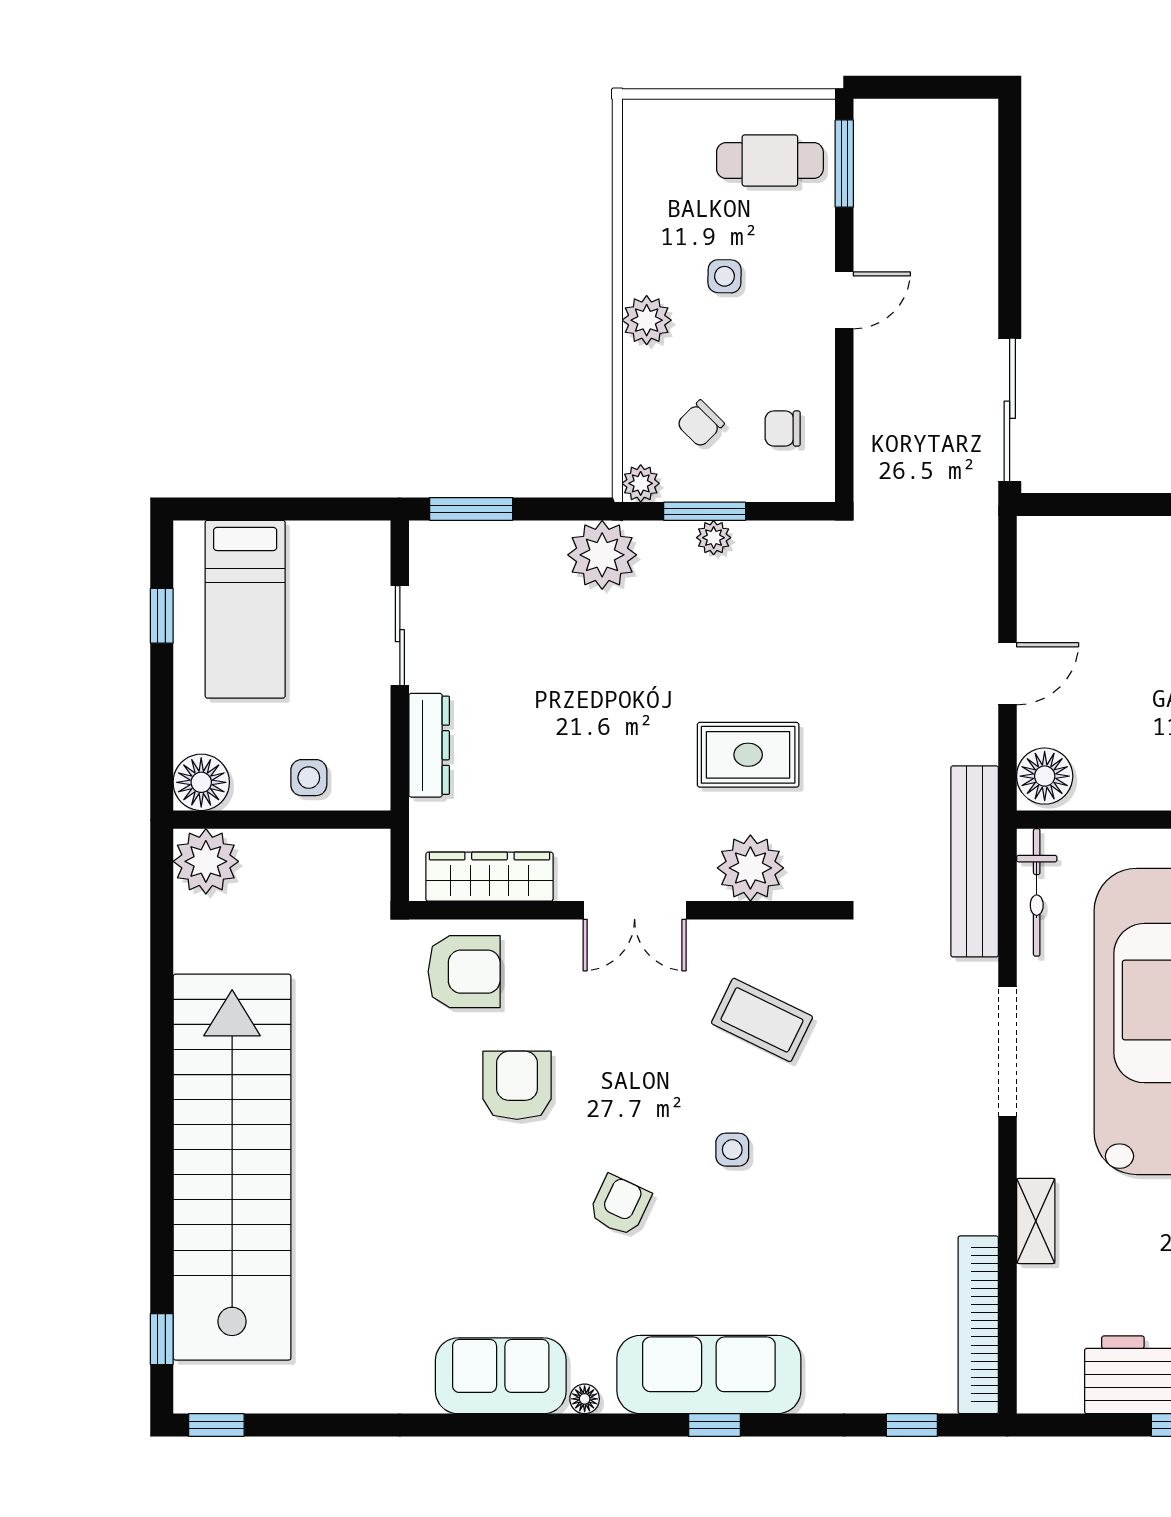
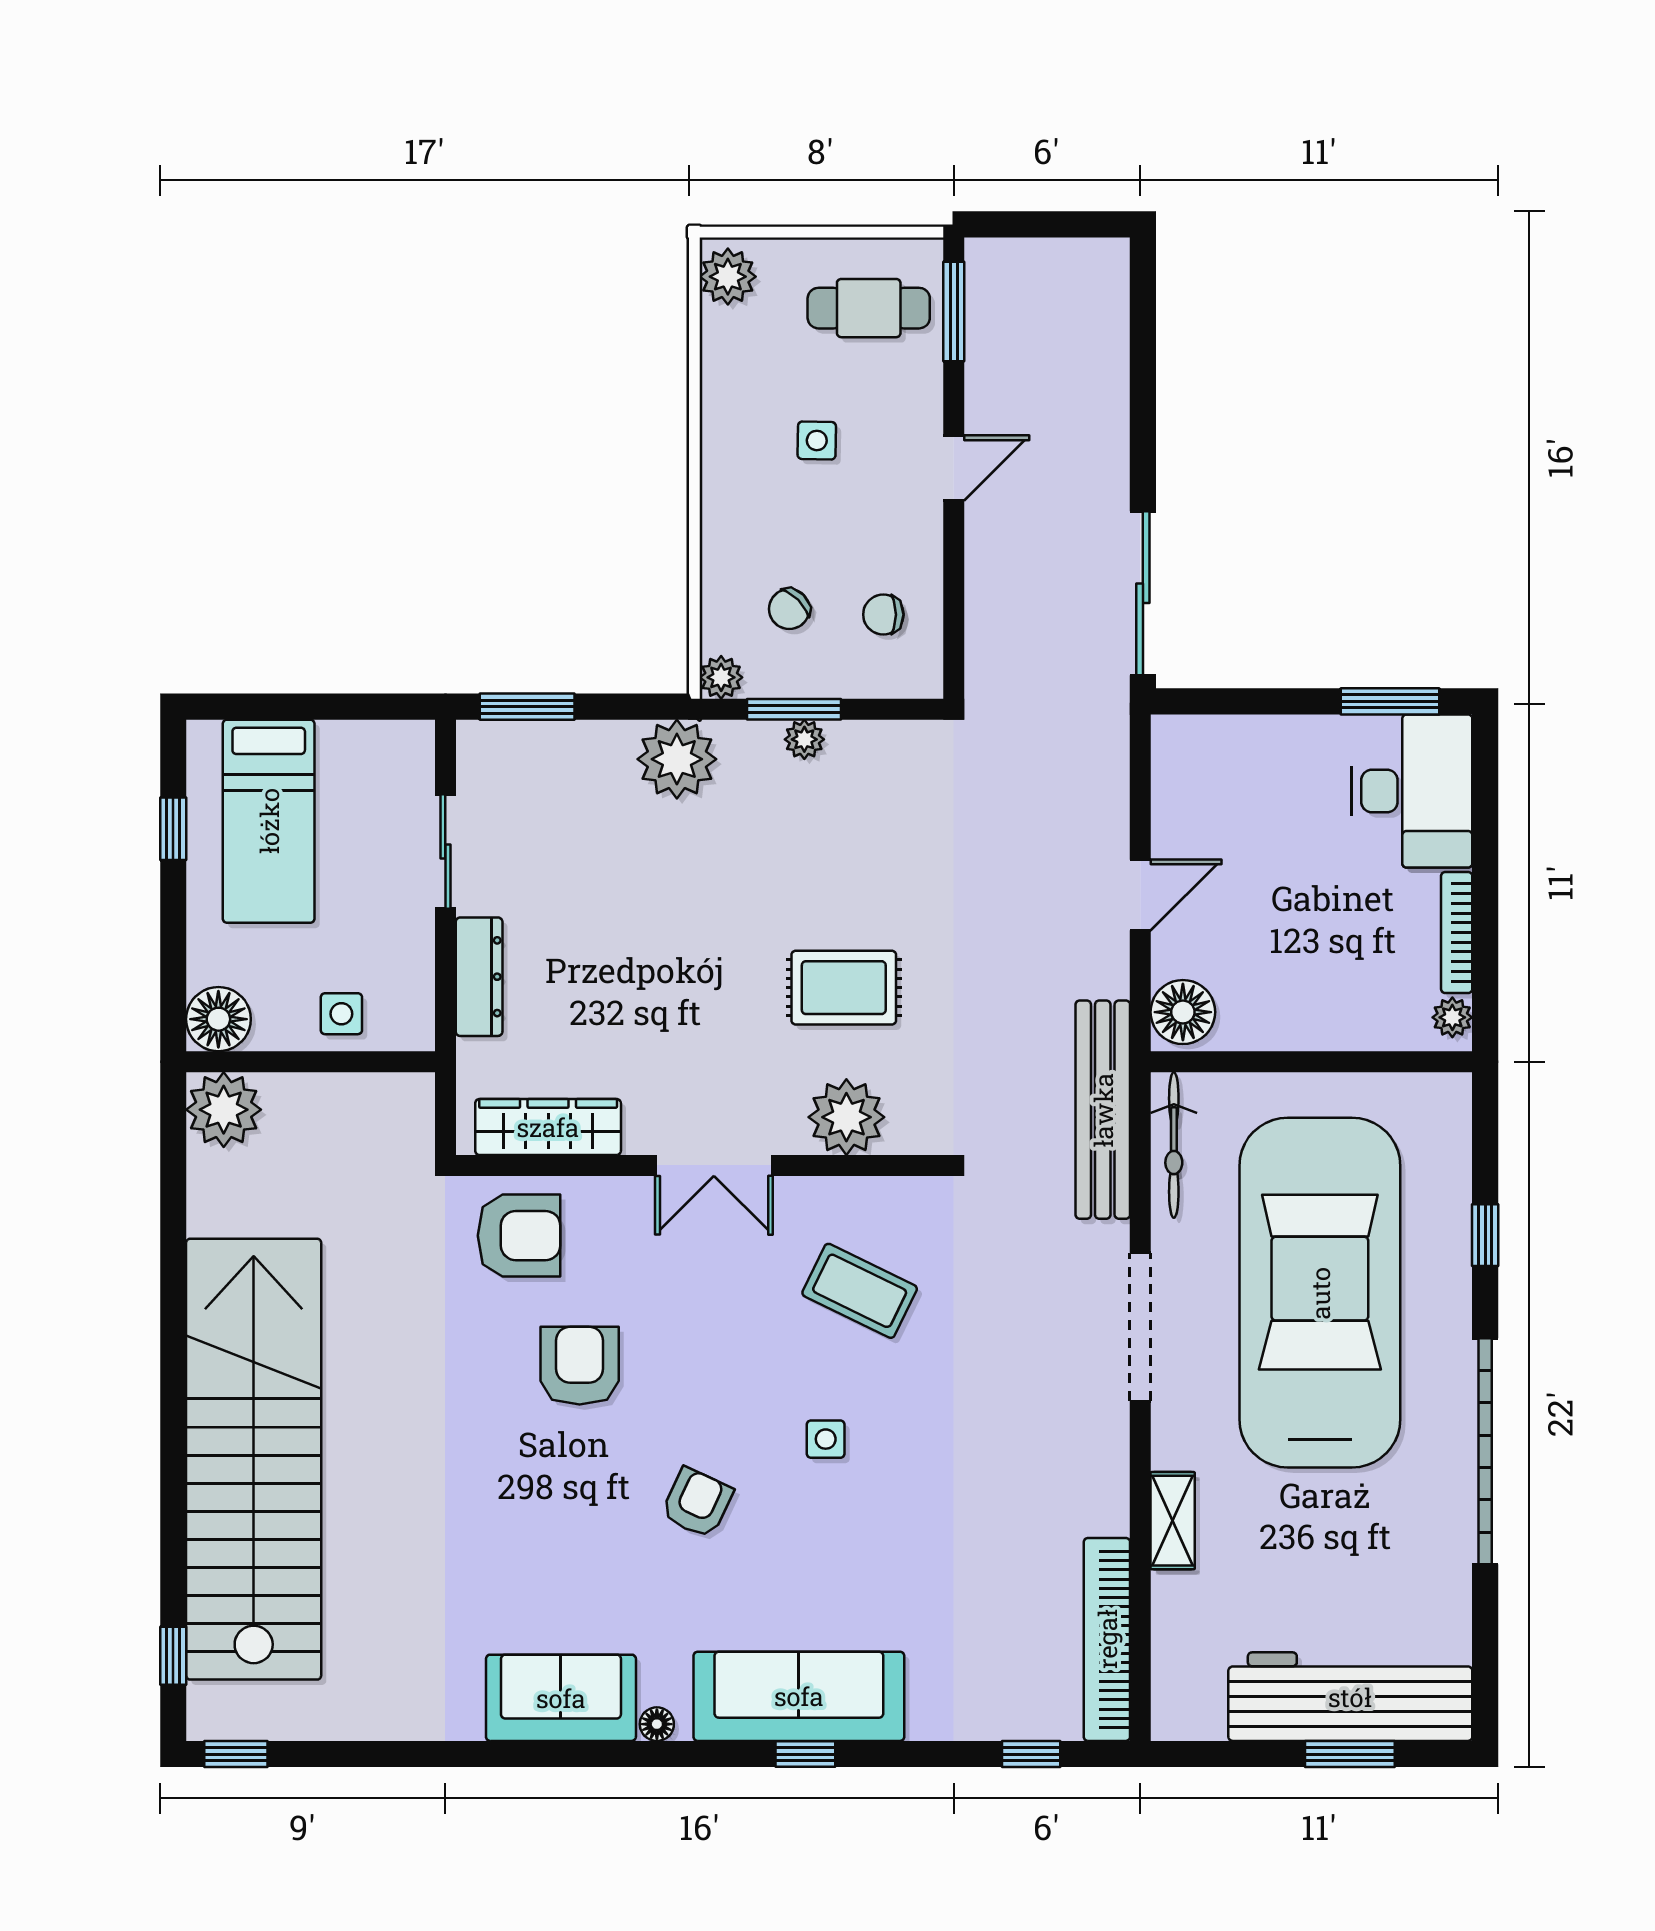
plant: (647, 320) -> (728, 277), moved

